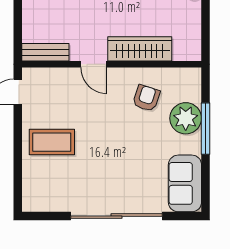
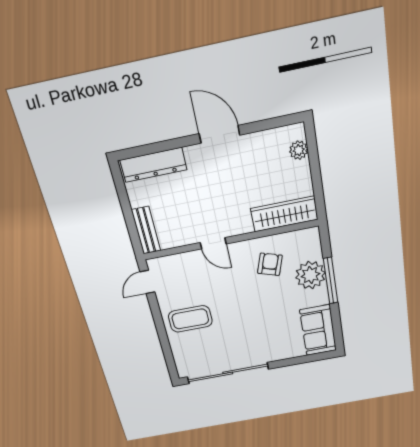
wardrobe: (140, 49) -> (284, 214), moved
bench: (45, 52) -> (146, 230), moved, turned 90
sliding door: (116, 216) -> (228, 373), moved

